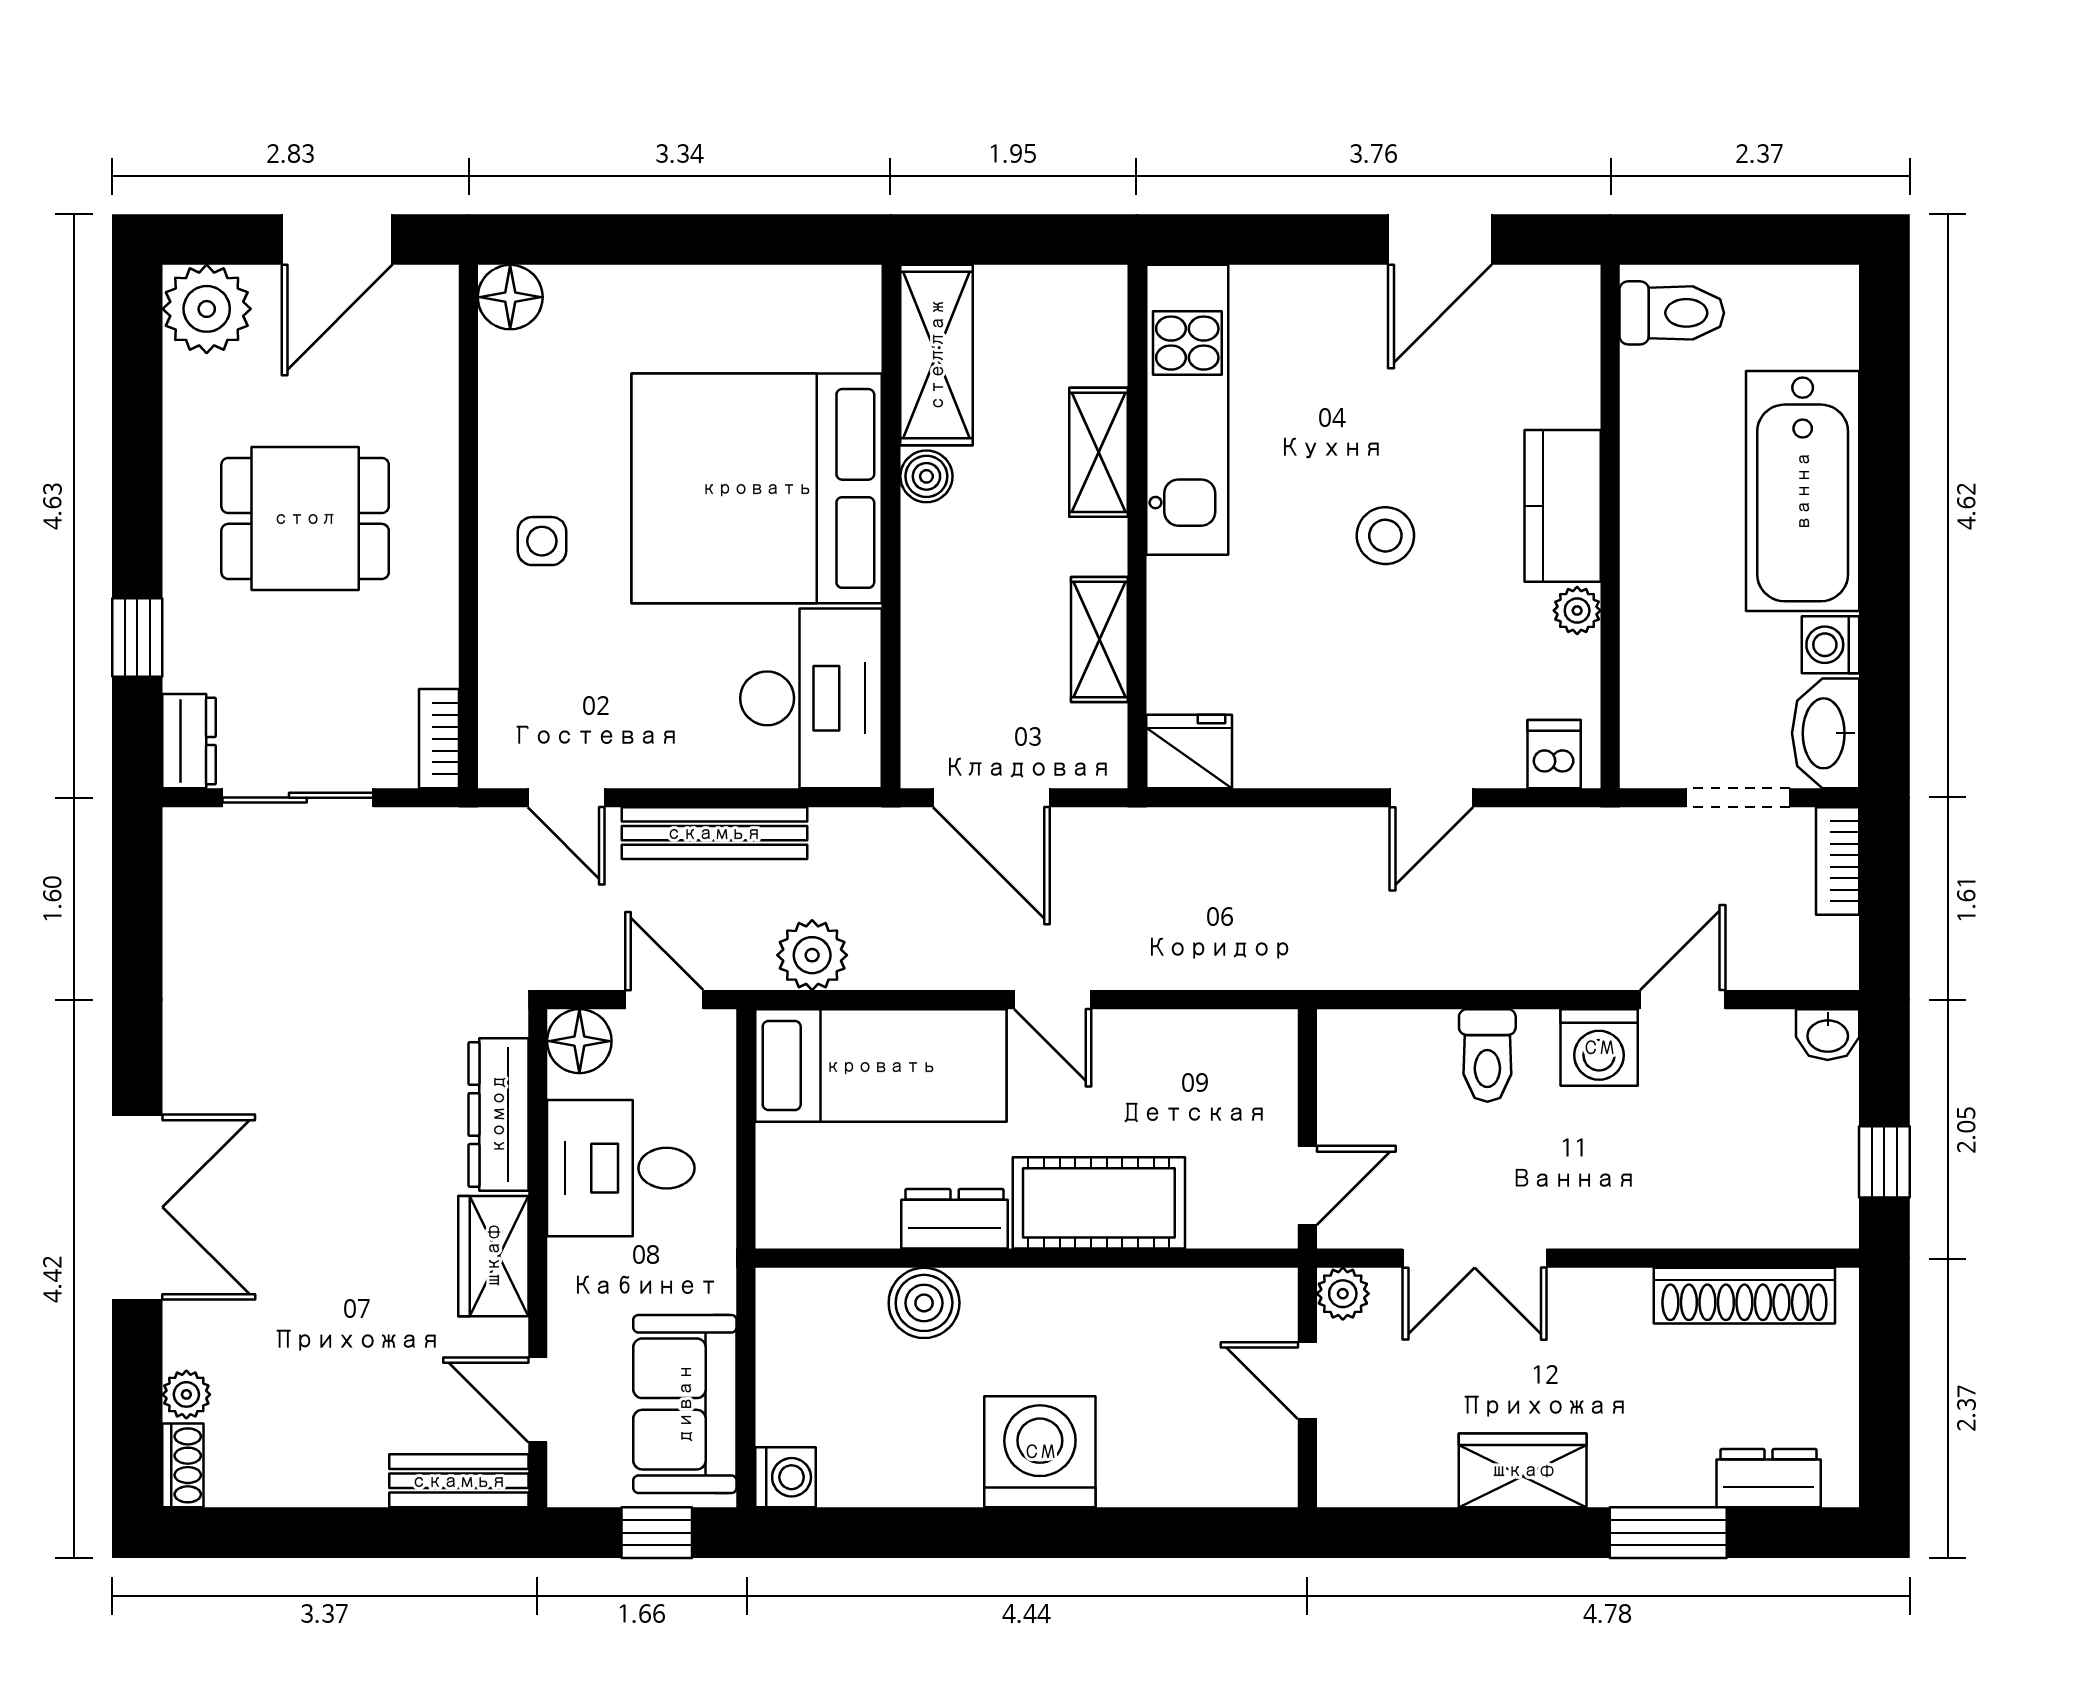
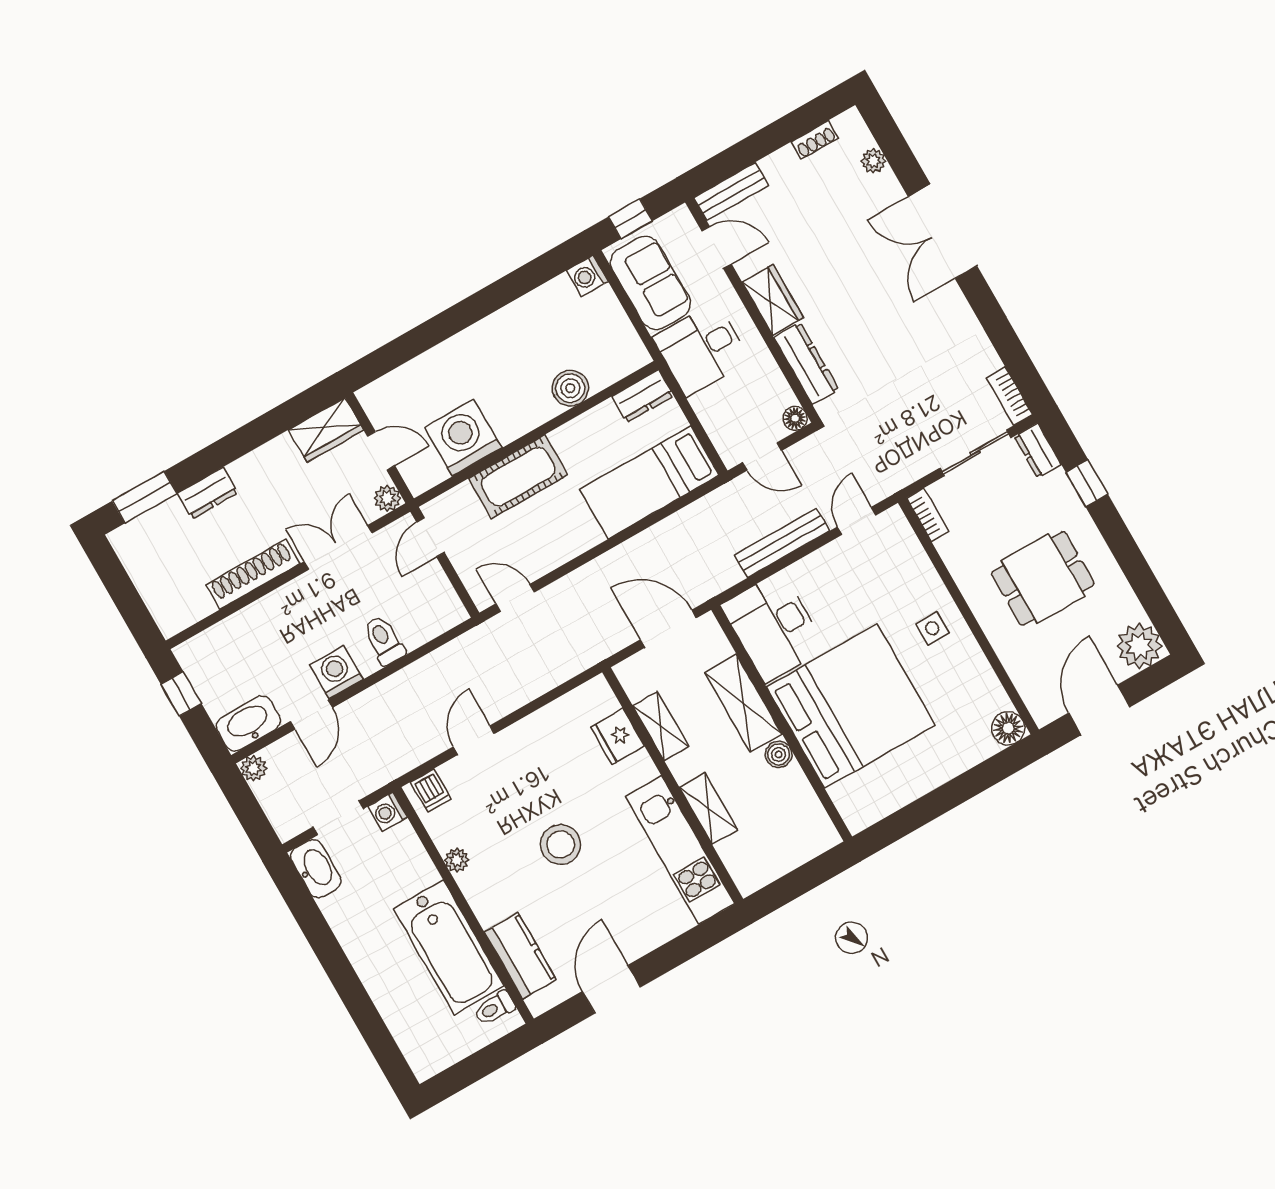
toilet: (1672, 313) -> (495, 1008), width x0.73, depth x0.72
shelving: (937, 355) -> (743, 703), moved
bathtub: (1803, 491) -> (449, 947), moved, turned 180
kitchen counter: (1563, 506) -> (520, 956), moved
stool: (1385, 536) -> (561, 844), width x1.38, depth x1.38
washing machine: (1831, 645) -> (388, 812), moved, turned 180
fridge: (1189, 751) -> (617, 737), moved, turned 90
door: (566, 798) -> (857, 521), hinge flipped
bookcase: (1838, 861) -> (1010, 396), moved, turned 180
plant: (812, 955) -> (254, 768), moved, width x0.73, depth x0.73
door: (1053, 1000) -> (515, 598), moved
washbasin: (1828, 1035) -> (248, 723), width x1.91, depth x1.45
floor lamp: (579, 1041) -> (795, 418), width x0.73, depth x0.73
desk: (621, 1168) -> (701, 349), moved, turned 180
dresser: (955, 1219) -> (643, 396), moved
shoe rack: (1744, 1296) -> (253, 574), moved
washing machine: (1040, 1452) -> (463, 438), moved, turned 180
shoe rack: (183, 1465) -> (815, 140), moved, turned -90
wardrobe: (1523, 1470) -> (326, 430), moved
dresser: (1769, 1478) -> (208, 493), moved
window: (1668, 1533) -> (145, 497), moved

